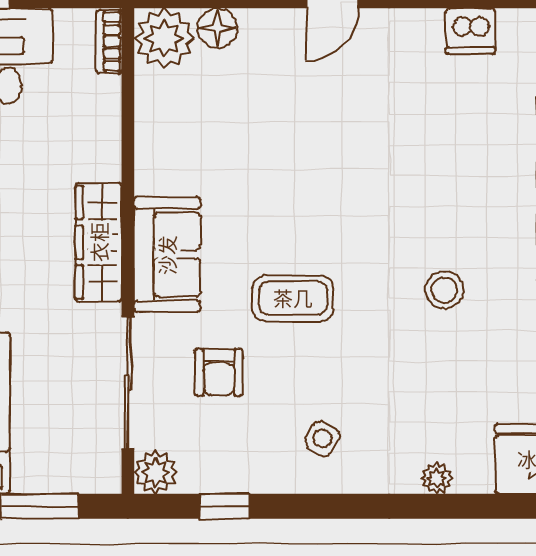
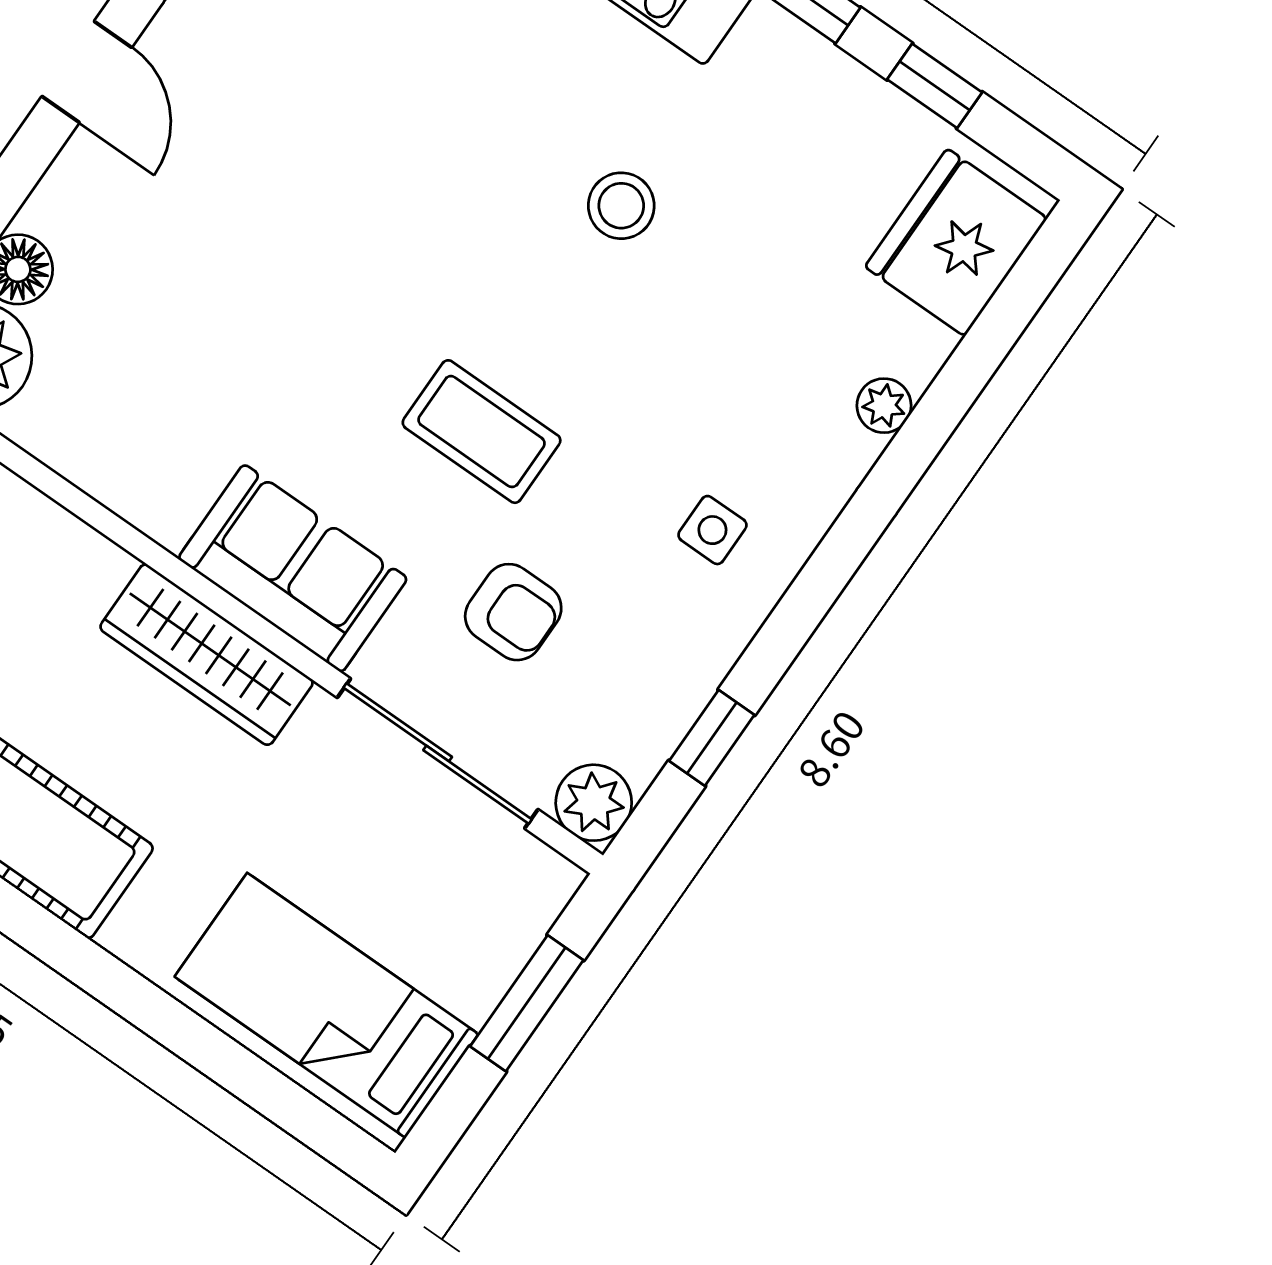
coffee table: (293, 298) -> (482, 432), turned 90
side table: (322, 439) -> (712, 530), turned -31

